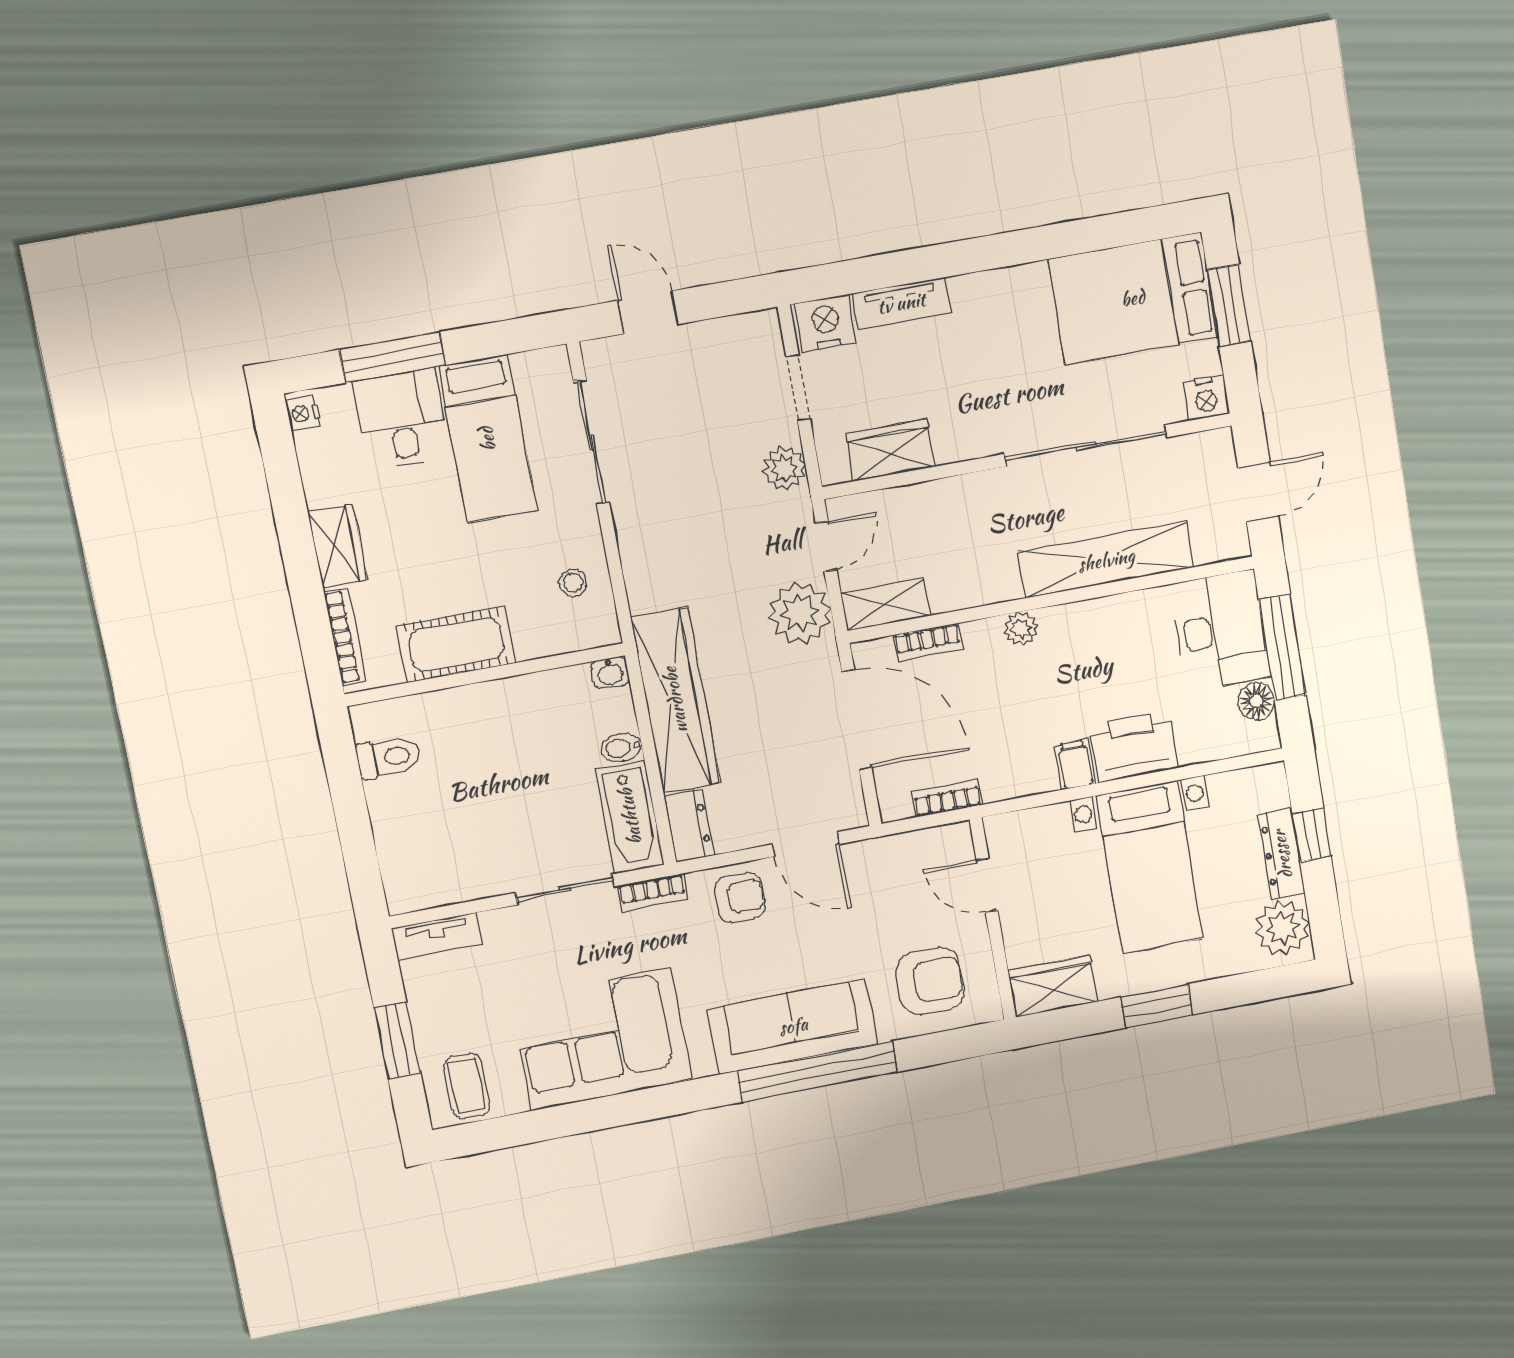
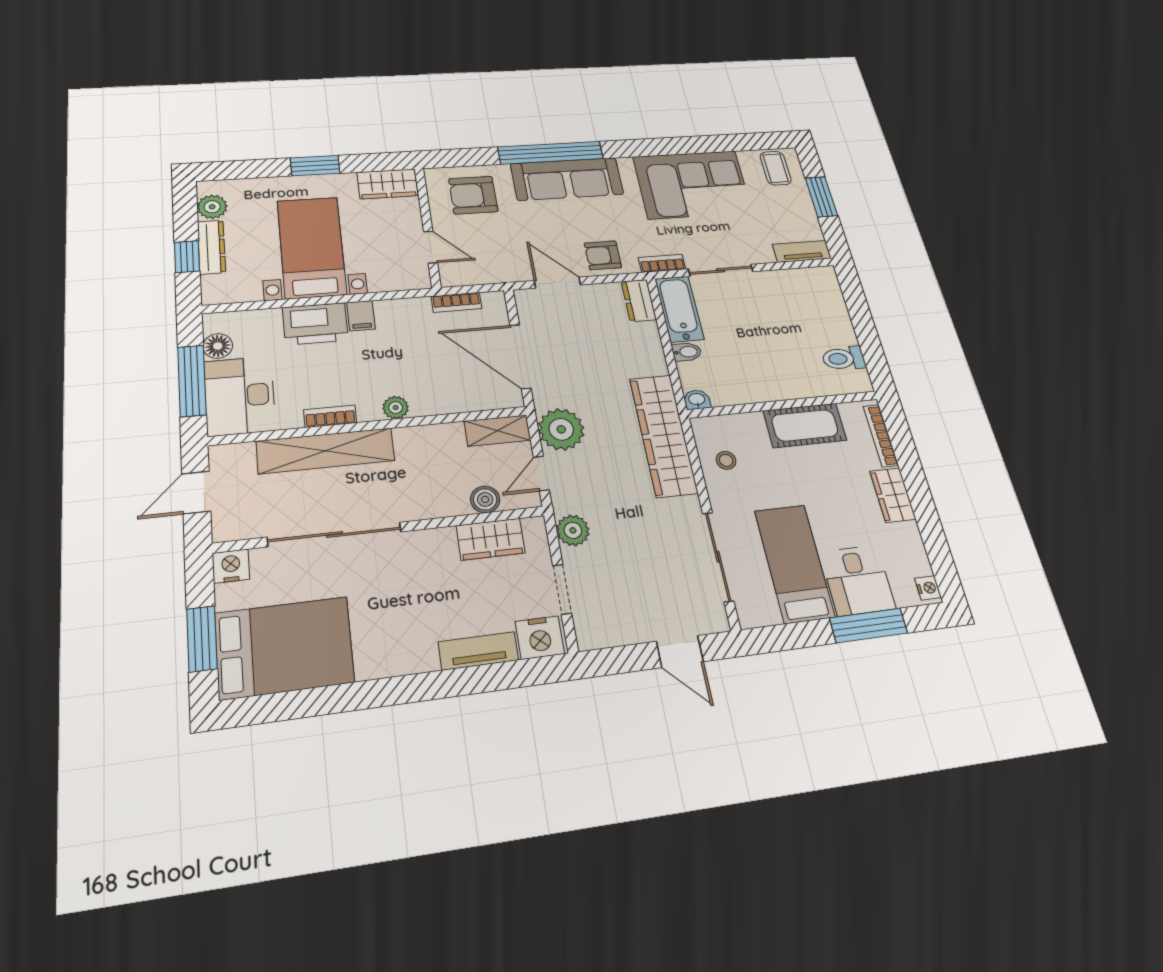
boiler: (899, 505) -> (485, 499), added
bookcase: (928, 642) -> (330, 416), moved
wardrobe: (675, 700) -> (663, 435), moved
plant: (1283, 928) -> (212, 207), width x0.73, depth x0.73

